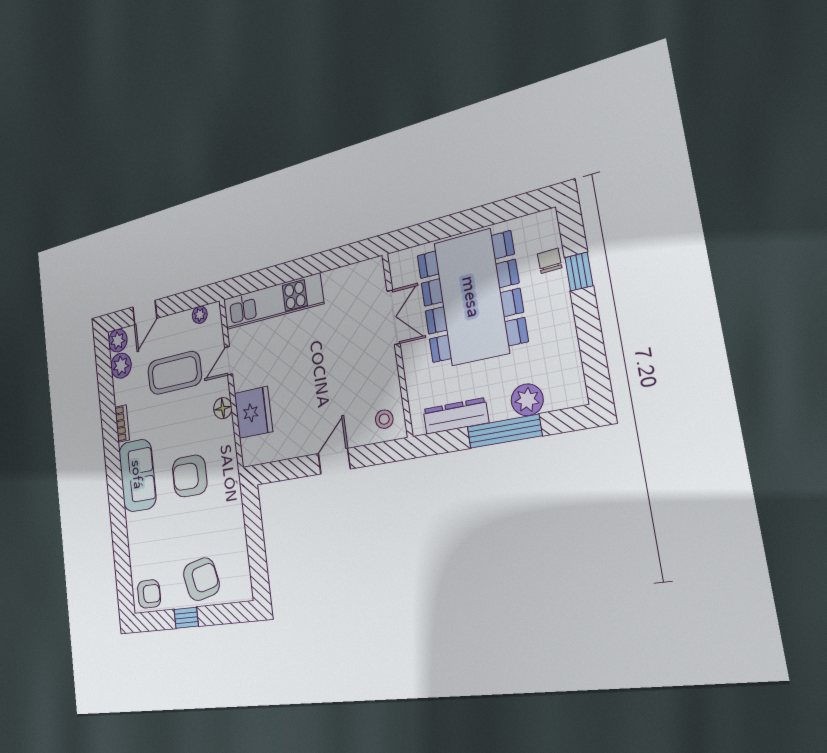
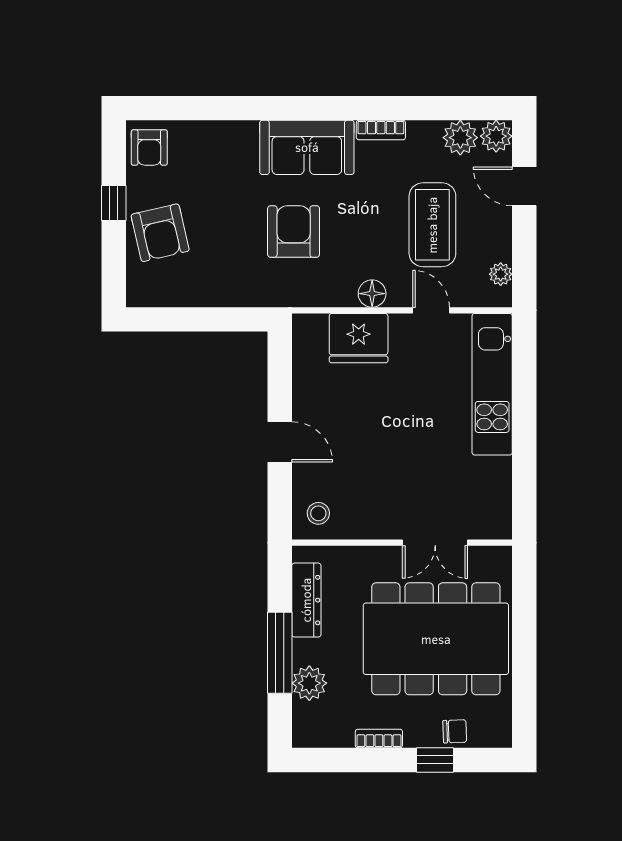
bookcase: (567, 327) -> (379, 738), added

